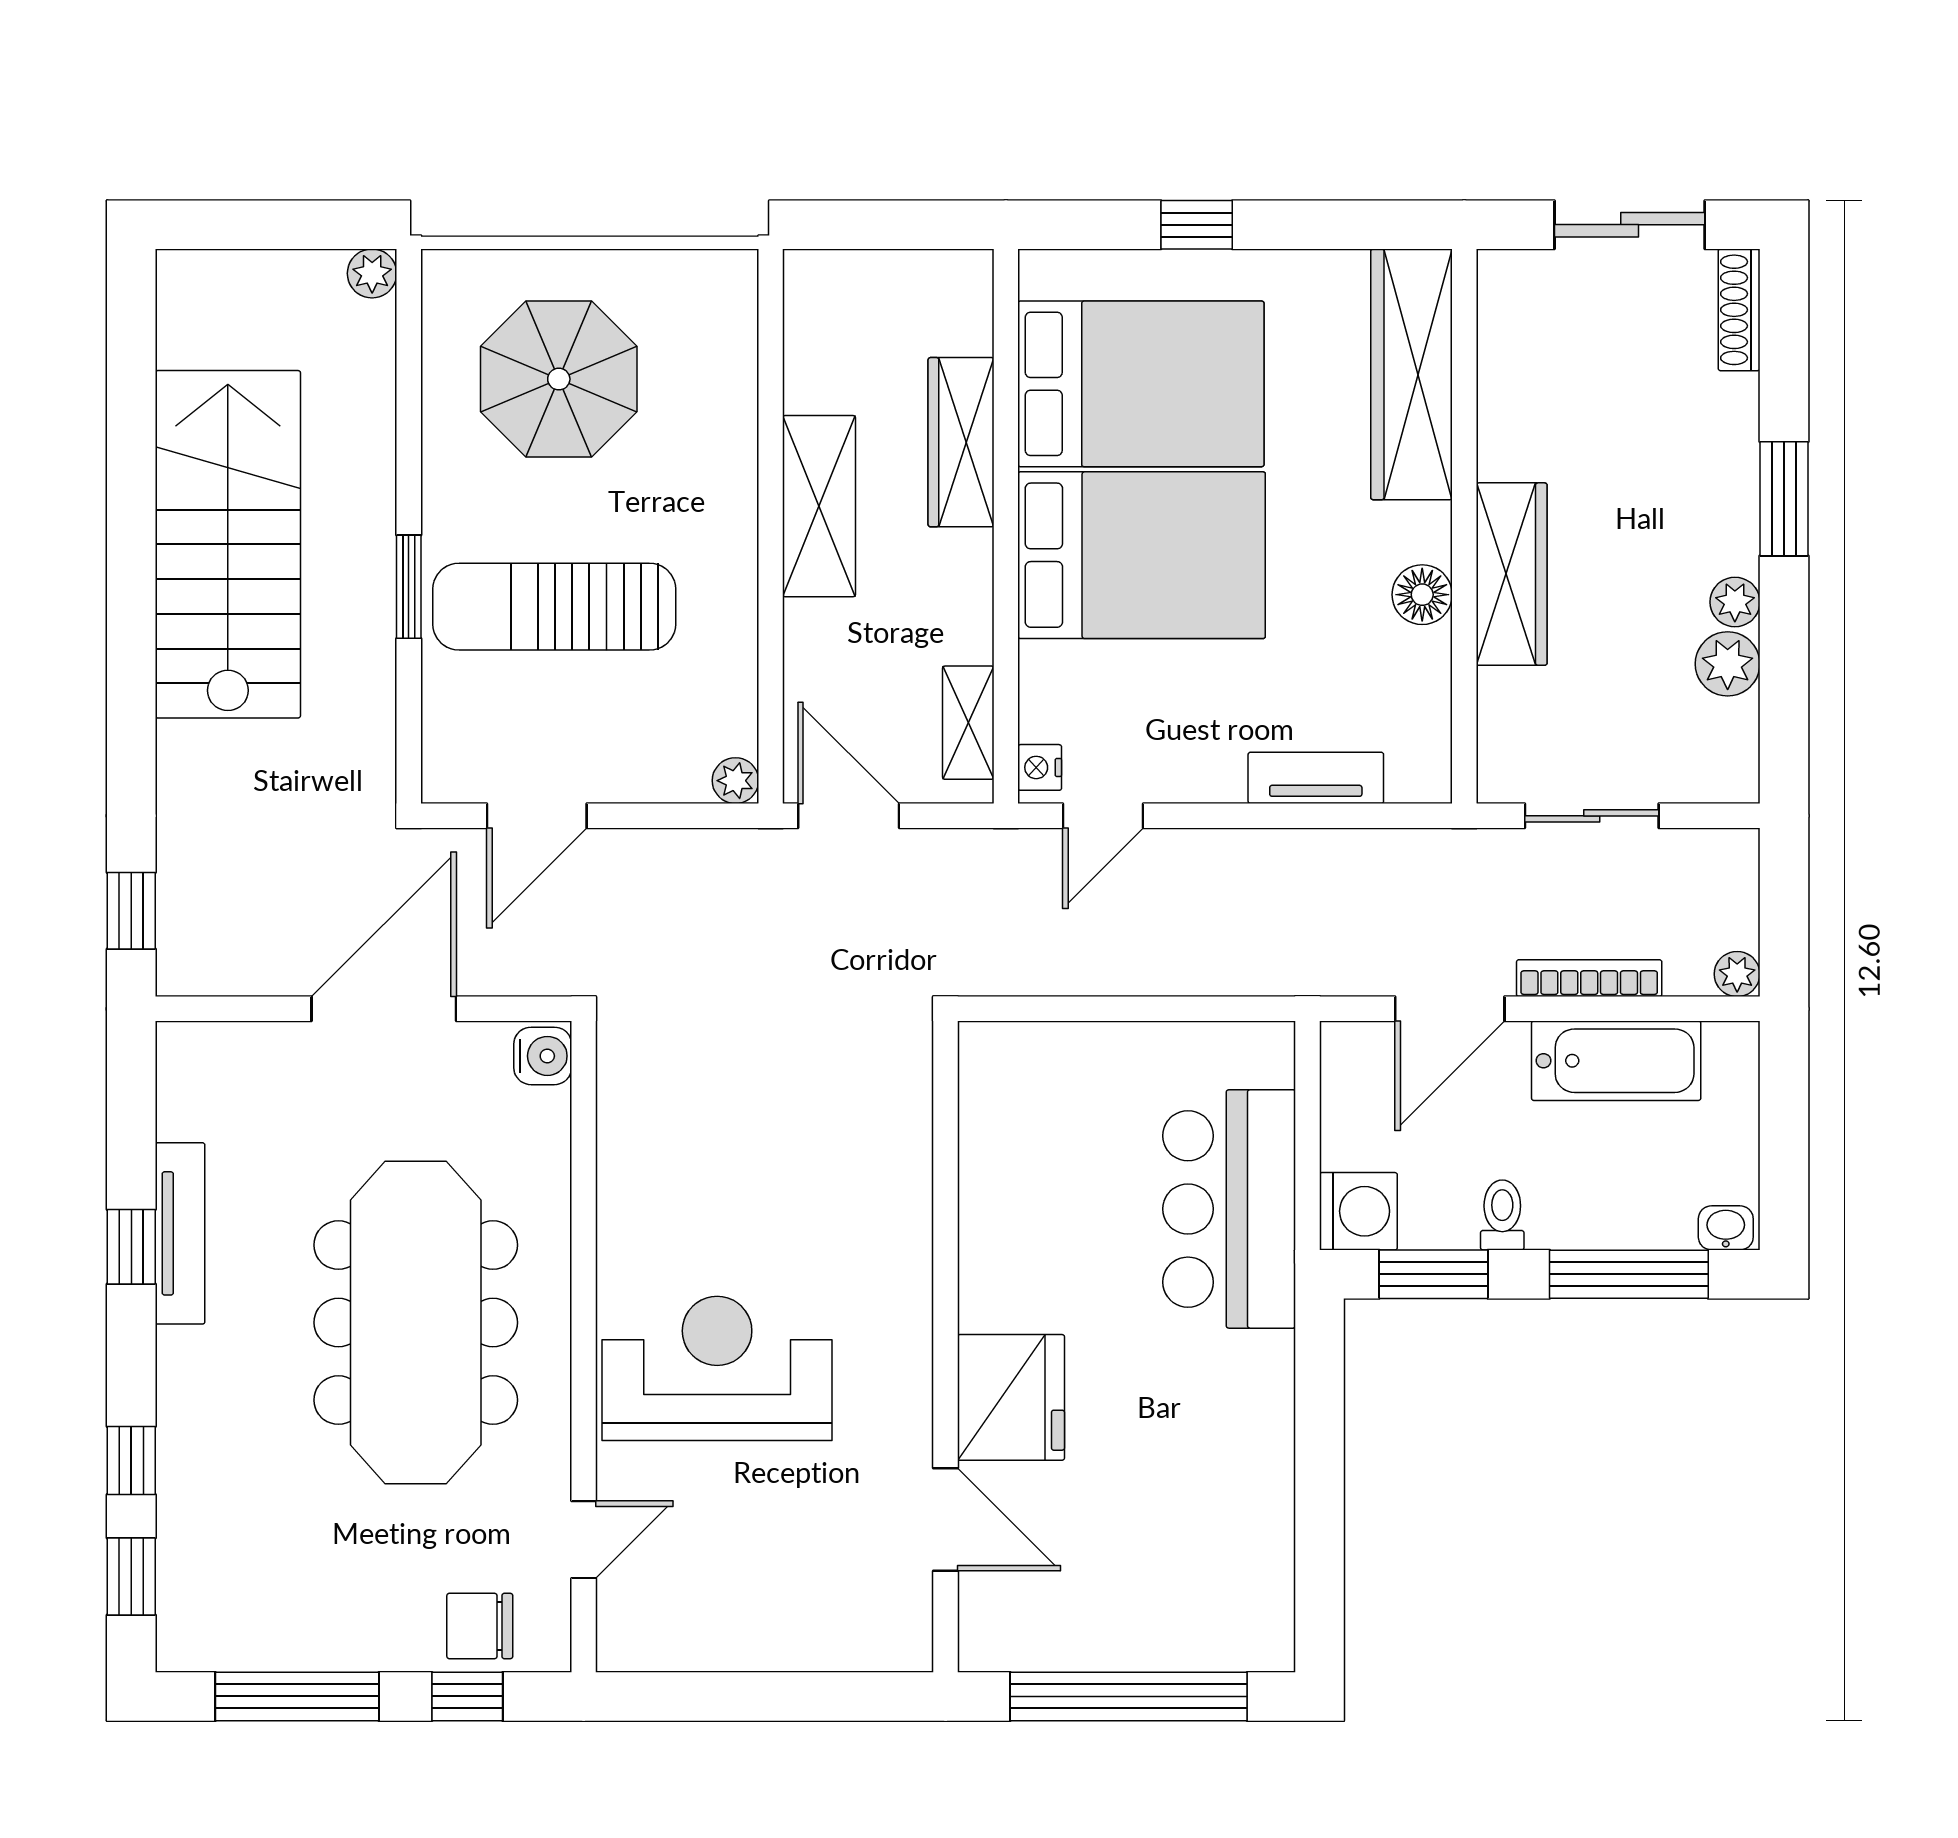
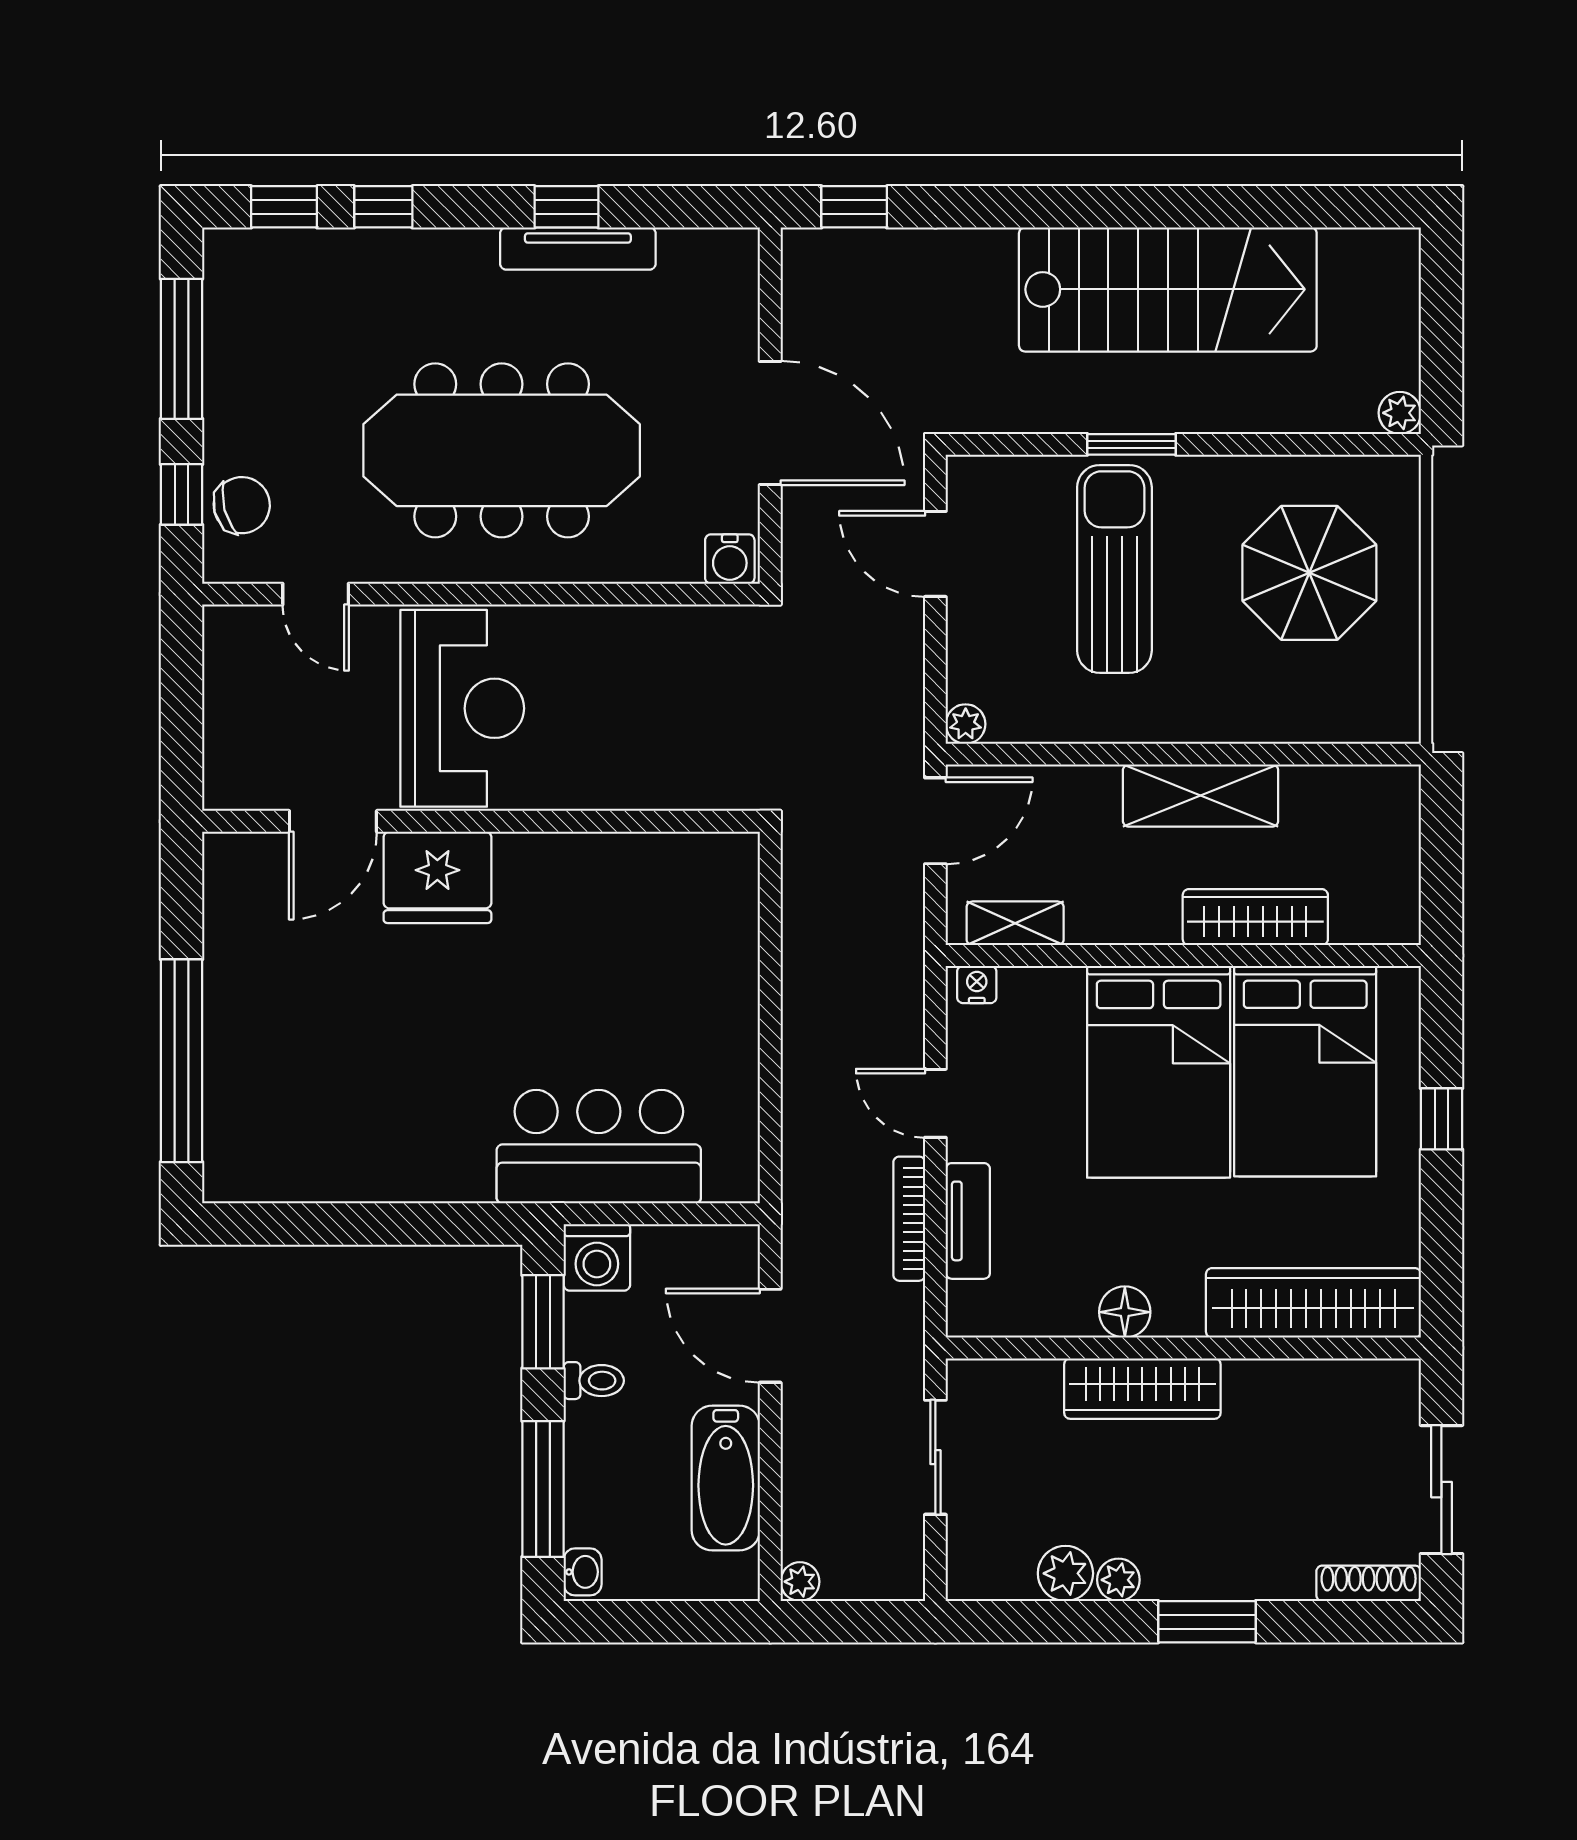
door: (1103, 816) -> (935, 1103), moved
bookcase: (1589, 978) -> (909, 1219), moved, turned 180
wall: (946, 1347) -> (481, 821), moved
fridge: (1011, 1397) -> (437, 877), moved
door: (946, 1519) -> (333, 821), moved
chair: (480, 1626) -> (242, 505), turned 75

